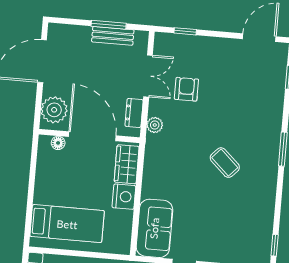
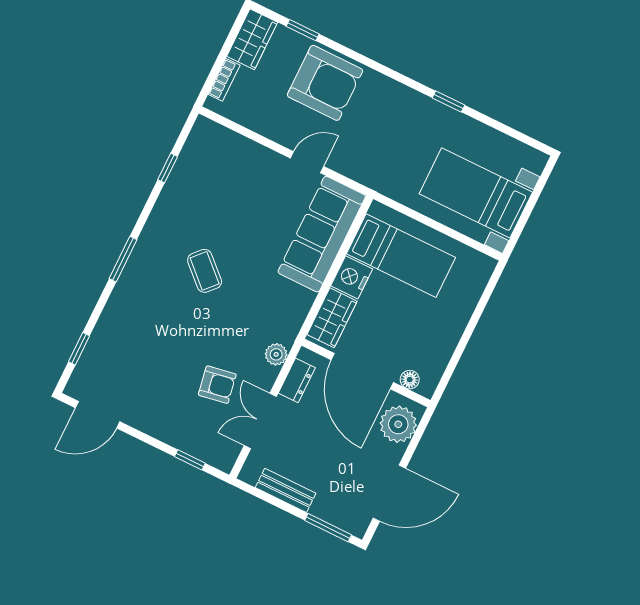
window: (109, 25) -> (328, 528), moved
armchair: (186, 89) -> (217, 385), turned -100
bed: (67, 224) -> (401, 256), moved, turned 180
sofa: (154, 228) -> (322, 234), width x1.36
window: (275, 245) -> (168, 168), moved

